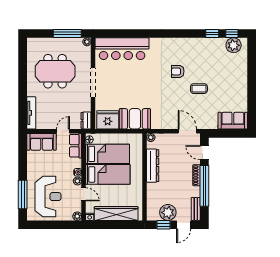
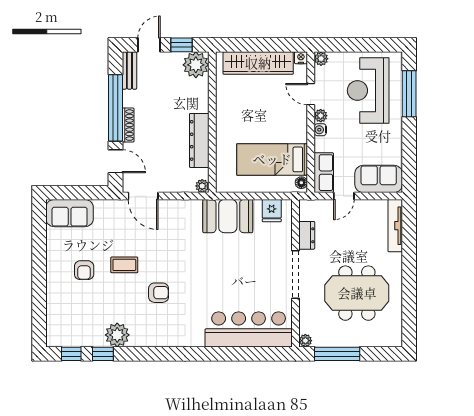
plant: (234, 45) -> (117, 335), moved
armchair: (224, 85) -> (84, 270), added
dresser: (86, 120) -> (307, 235), moved
fridge: (108, 120) -> (272, 211), width x0.53, depth x0.75
bed: (108, 174) -> (272, 126), removed
plant: (168, 212) -> (196, 65), moved

